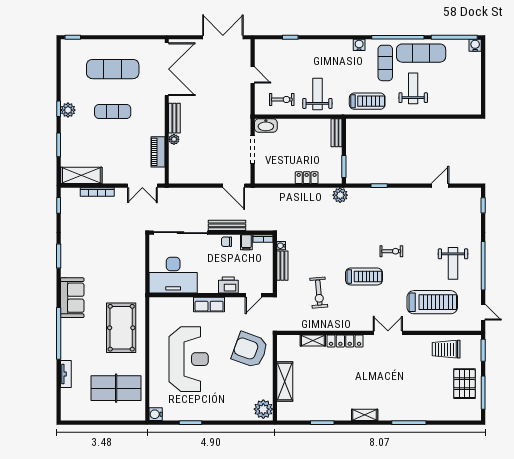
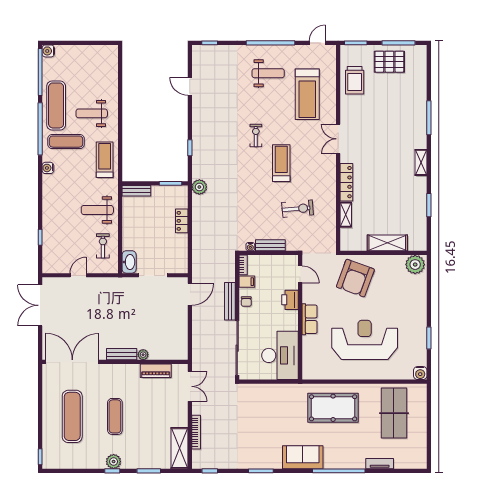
treadmill: (432, 302) -> (307, 94), turned 180

